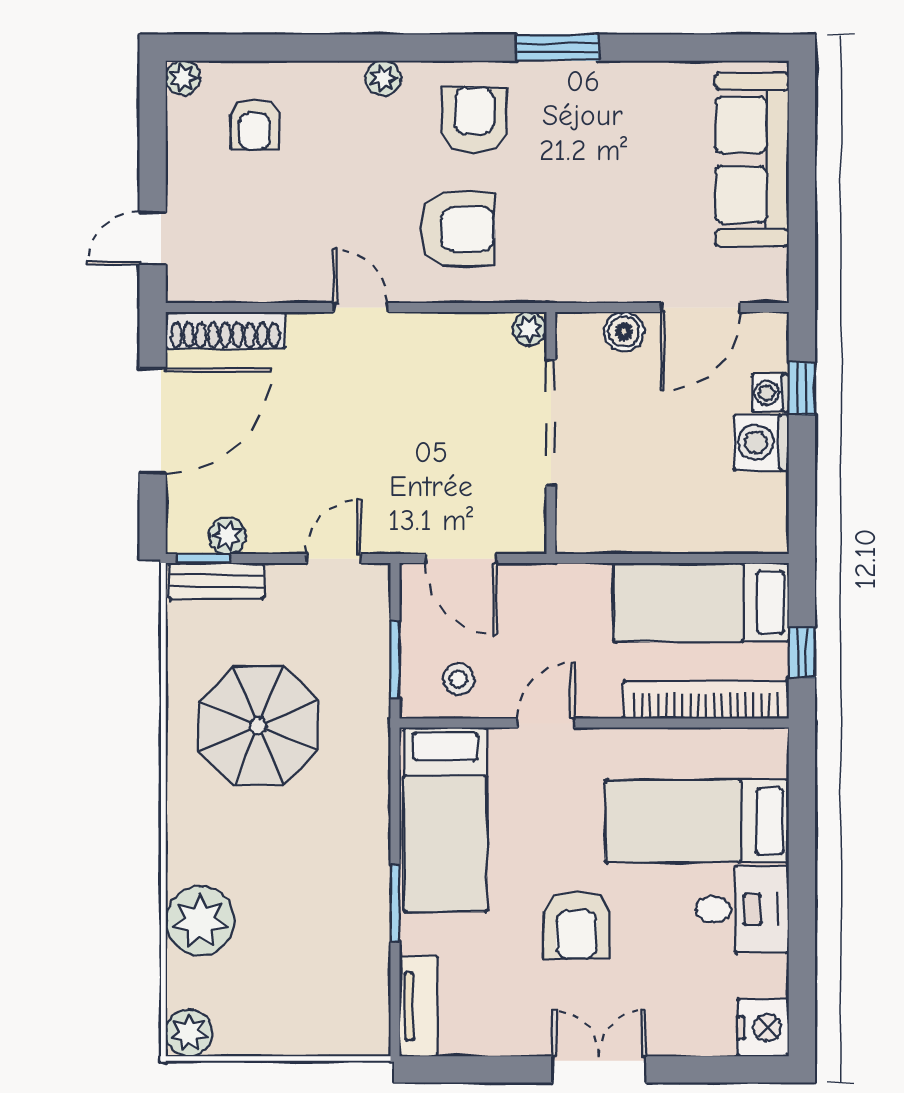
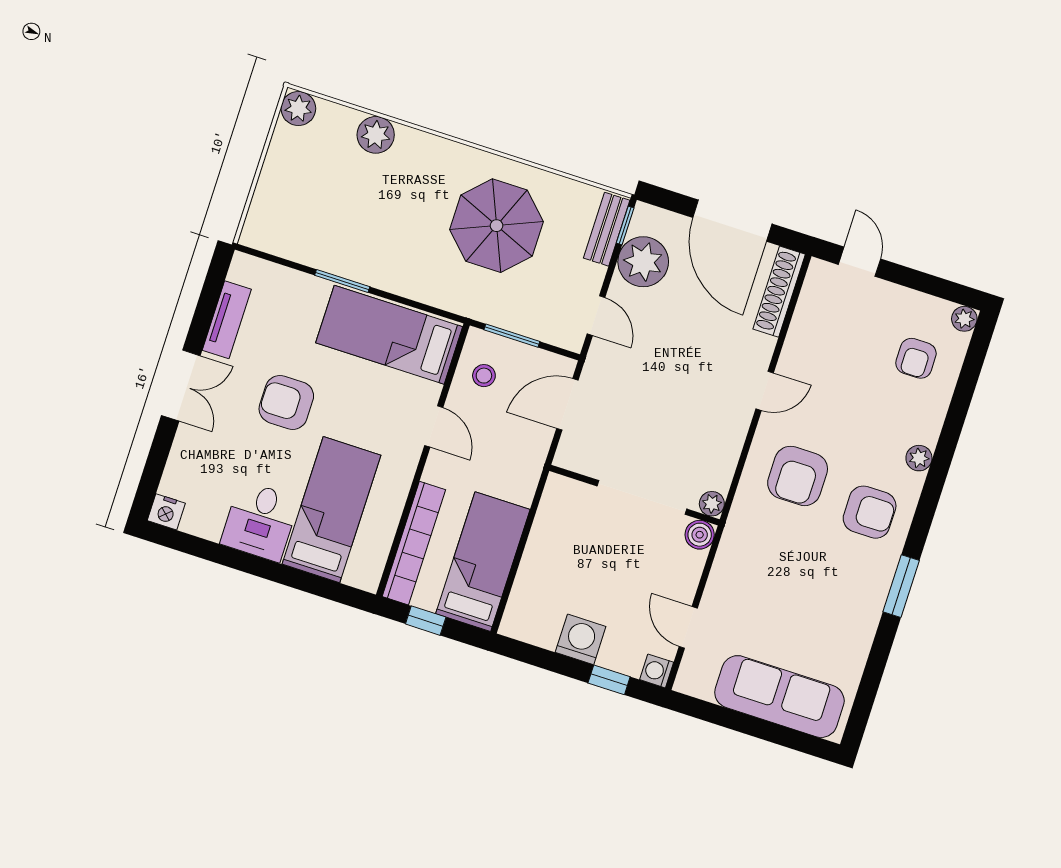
armchair: (255, 124) -> (916, 358), turned -90
door: (700, 307) -> (688, 627), width x0.73
boiler: (624, 332) -> (700, 535), moved
washing machine: (770, 393) -> (657, 671), moved, turned -90
plant: (227, 536) -> (643, 262), width x1.87, depth x1.87
plant: (200, 921) -> (376, 135), width x0.73, depth x0.73
tv unit: (418, 1006) -> (227, 320), moved, turned -90
nightstand: (763, 1028) -> (166, 512), width x0.74, depth x0.75

